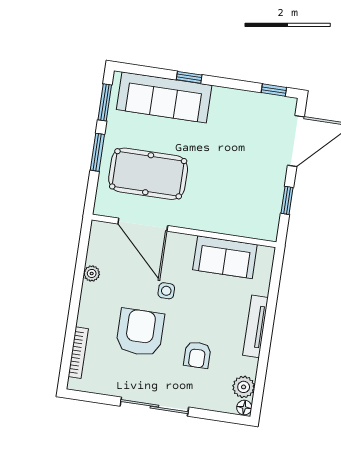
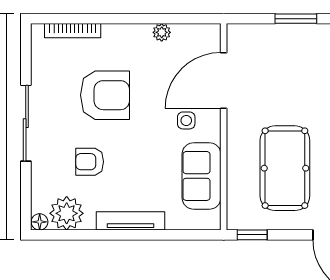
pool table: (148, 174) -> (285, 168), moved
window: (287, 200) -> (252, 235), moved
side table: (166, 291) -> (186, 120), moved
plant: (244, 387) -> (67, 213), width x1.36, depth x1.36

